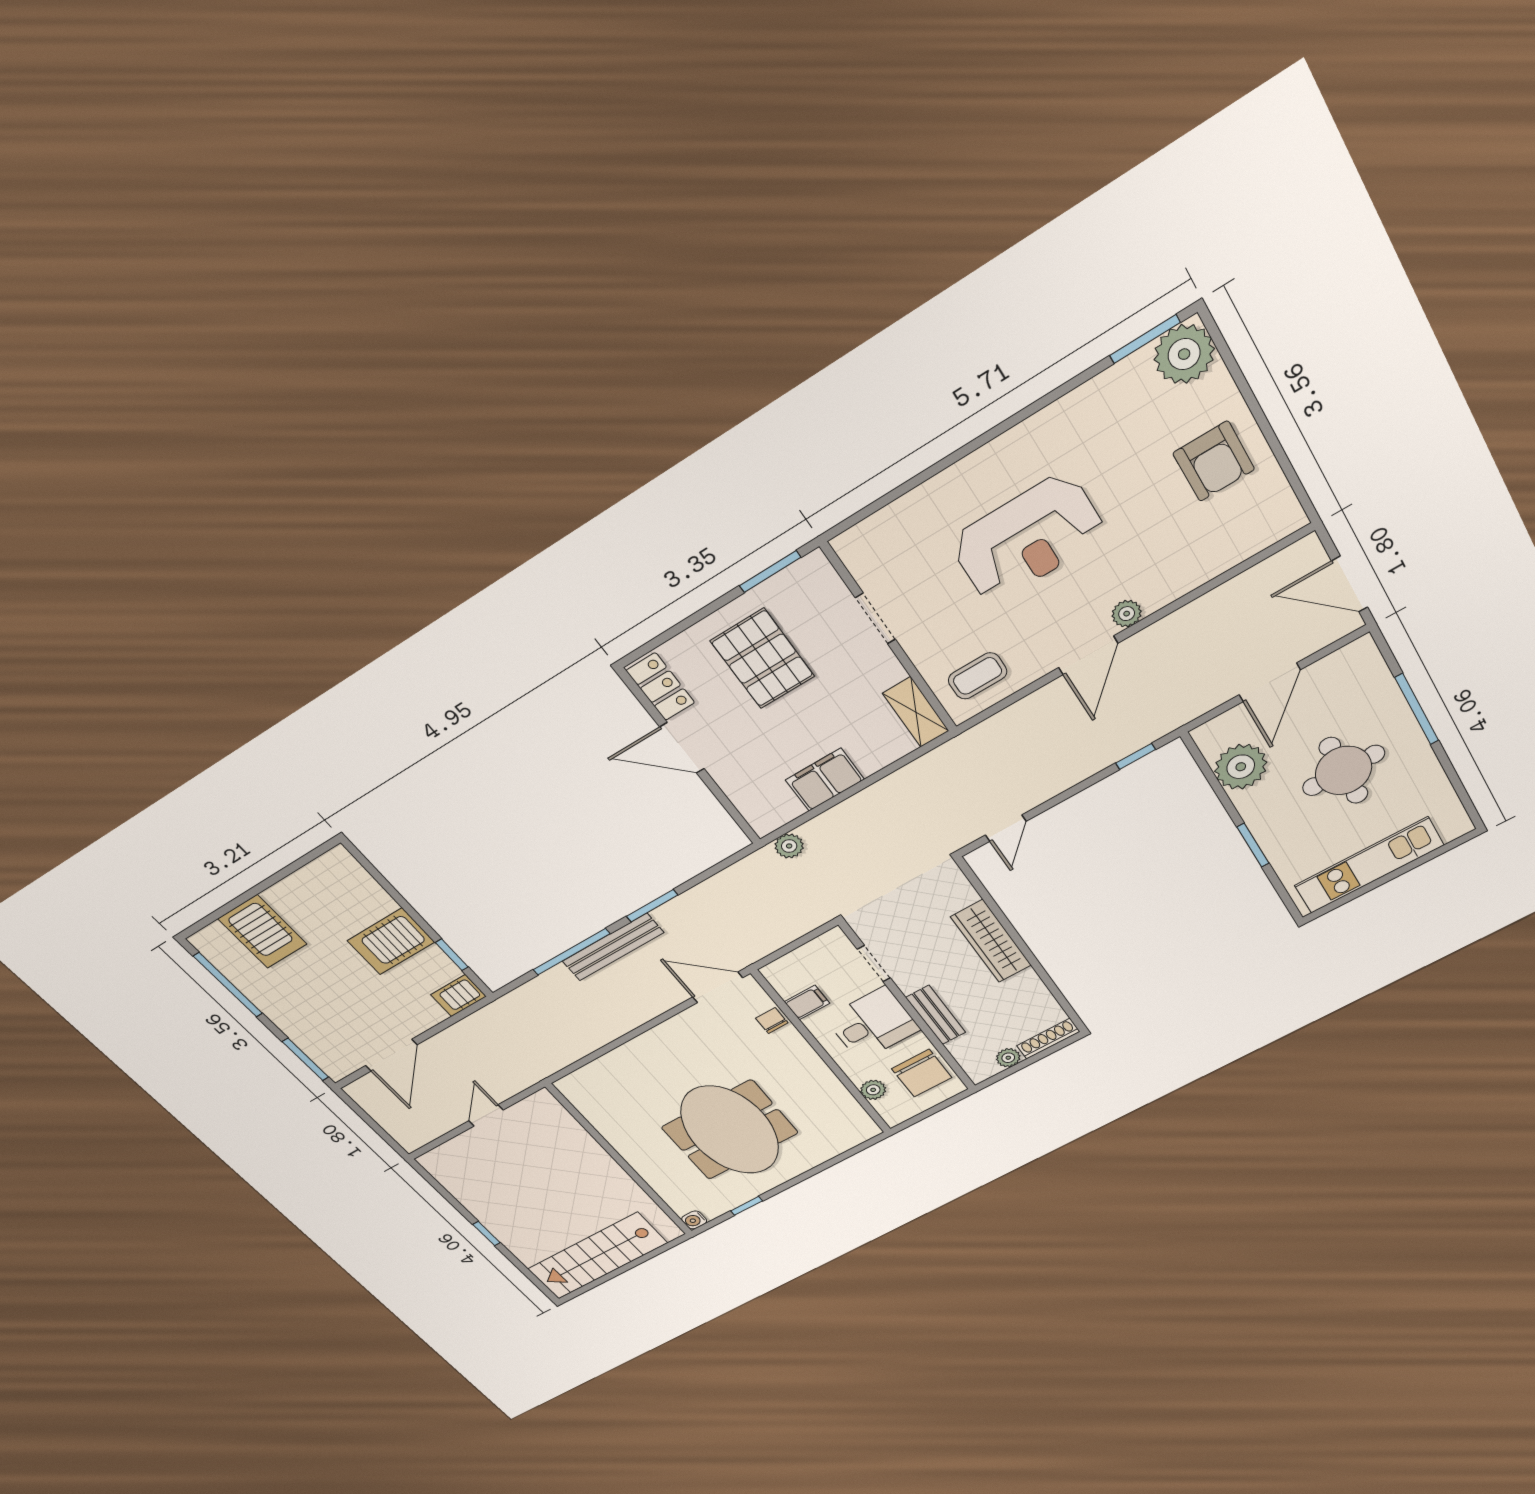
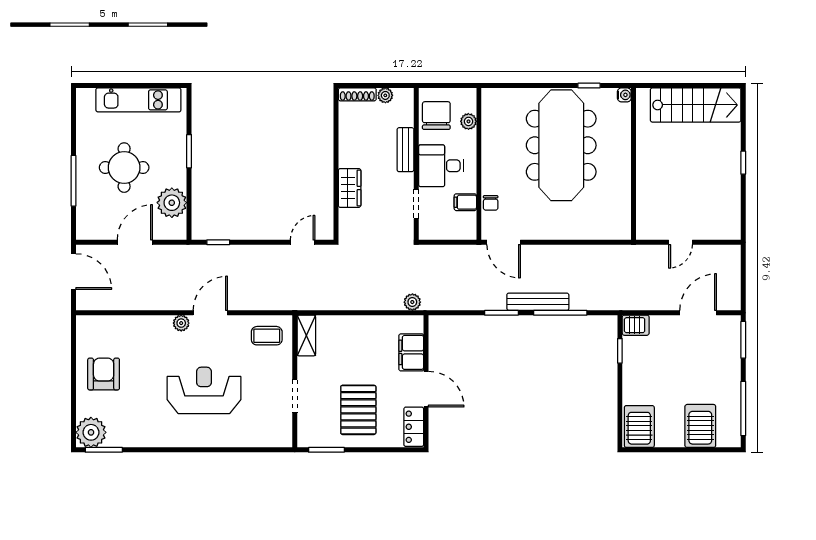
filing cabinet: (825, 780) -> (411, 352), moved, turned 90
server rack: (391, 941) -> (639, 427), moved, turned -90
wardrobe: (991, 941) -> (350, 188), width x0.67
meeting table: (730, 1130) -> (561, 145), width x1.36

